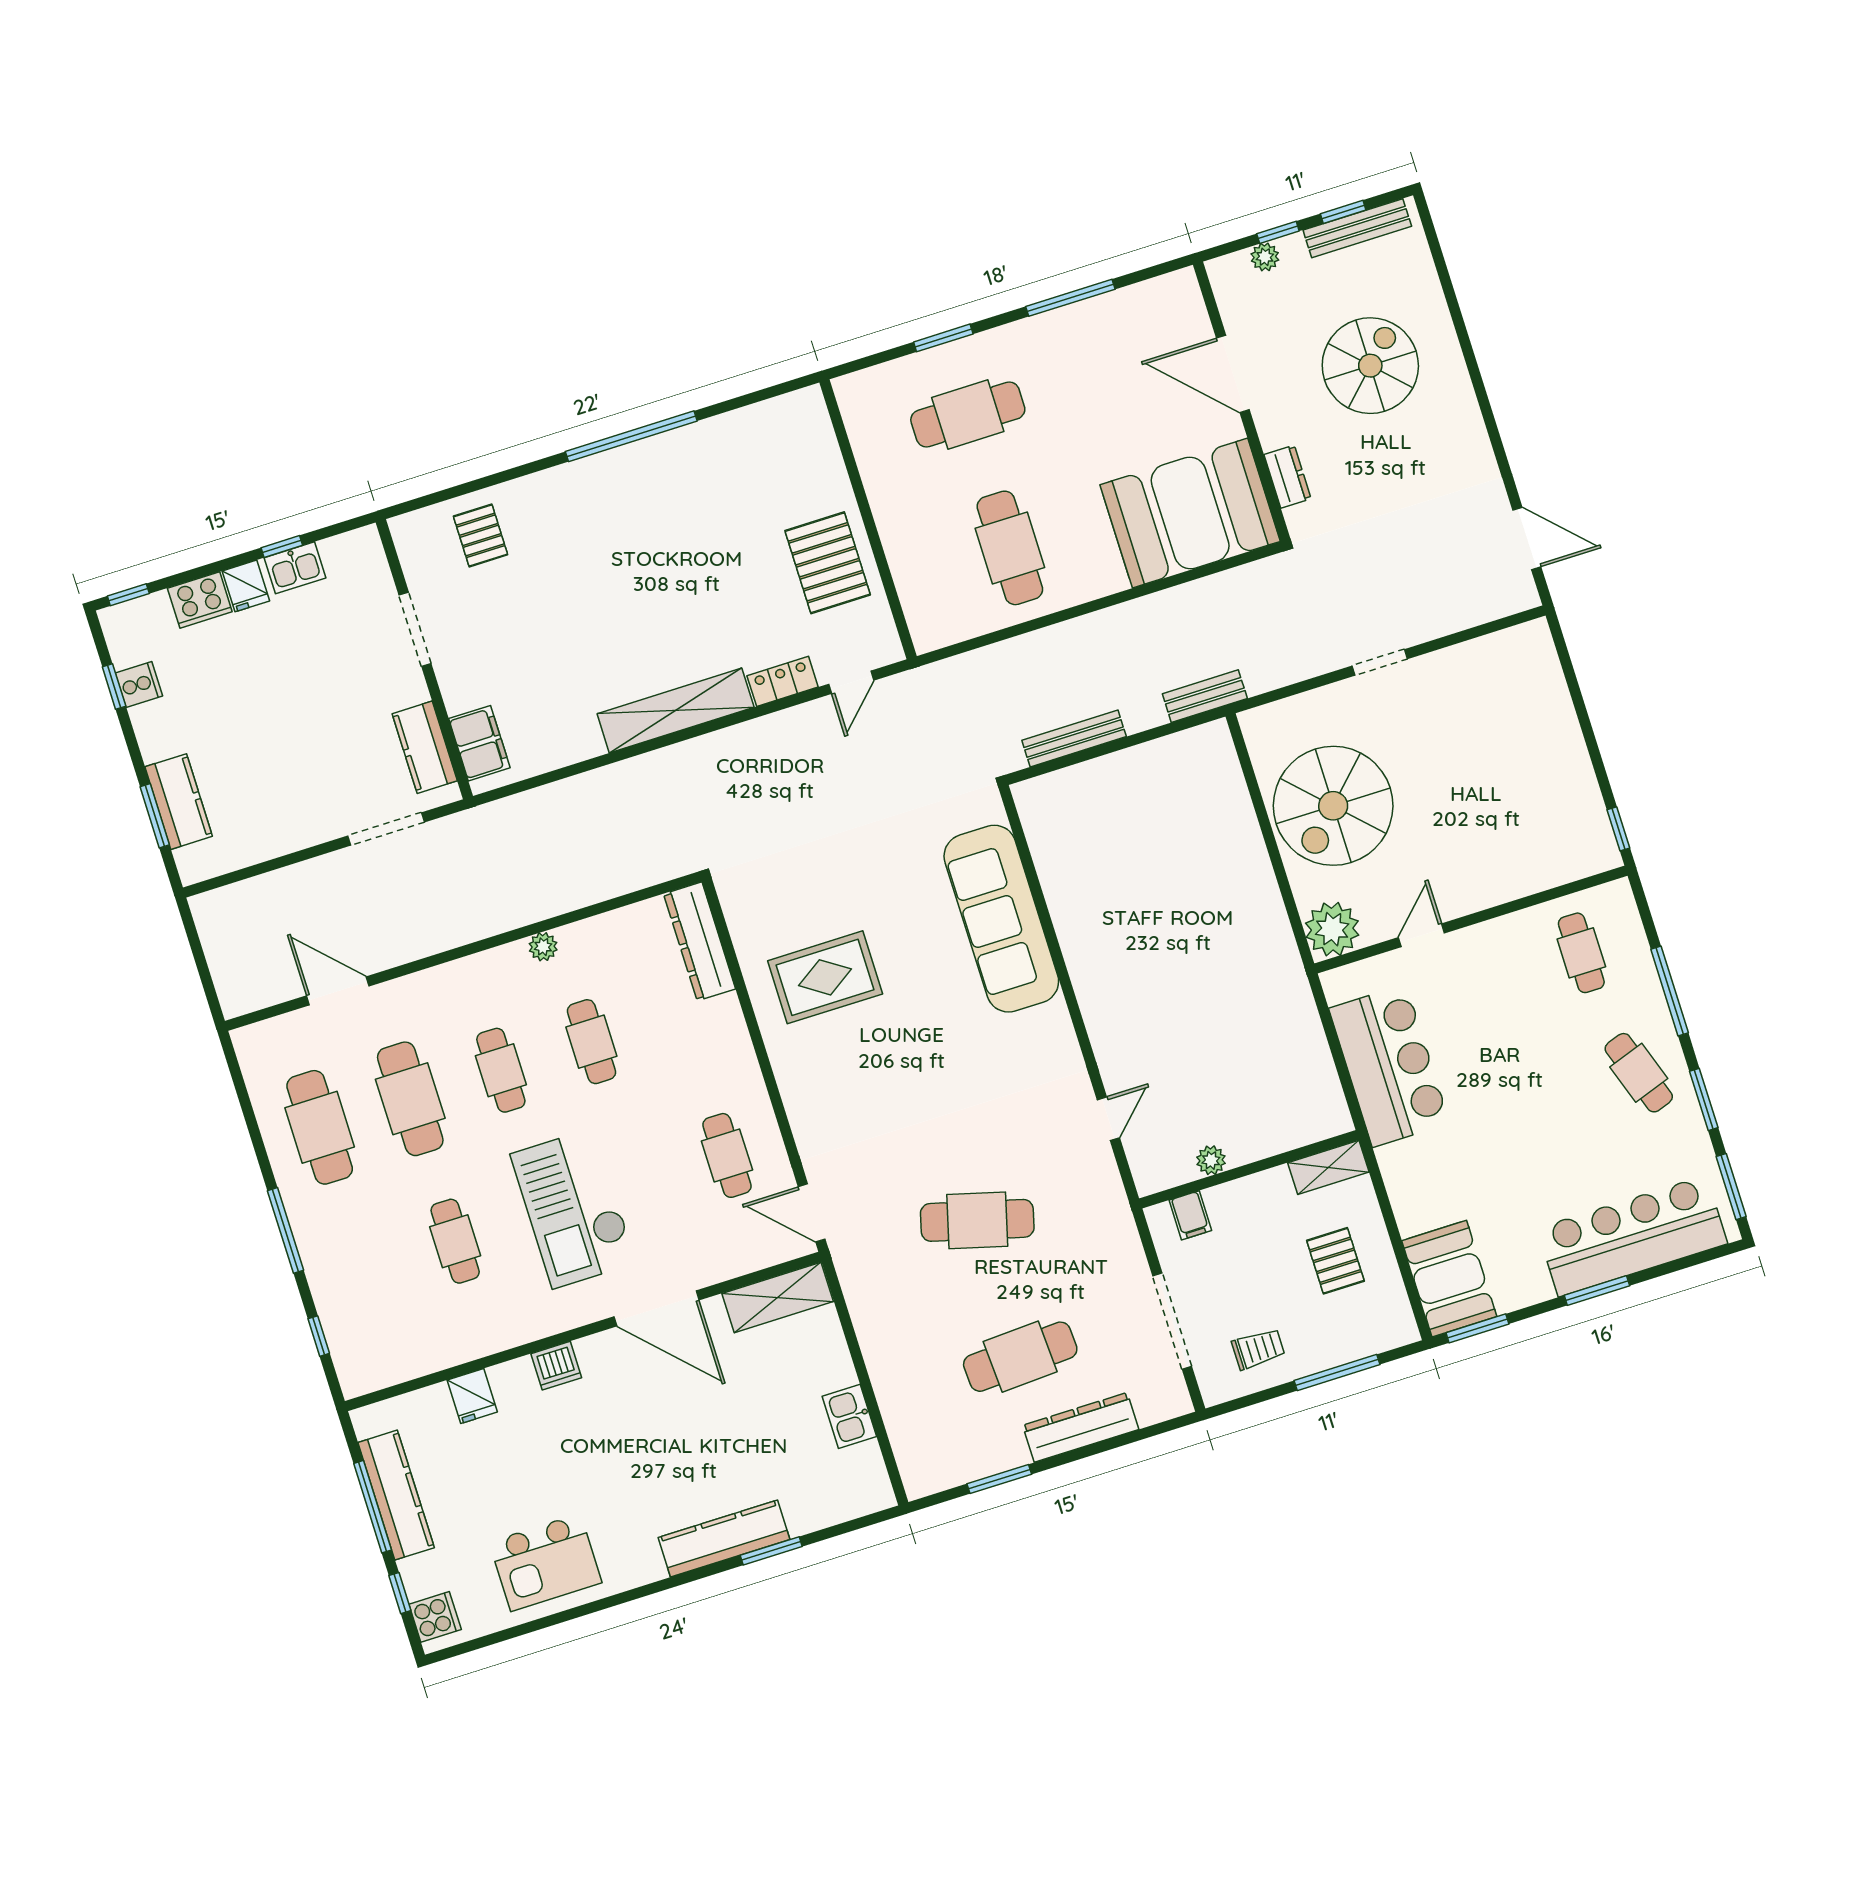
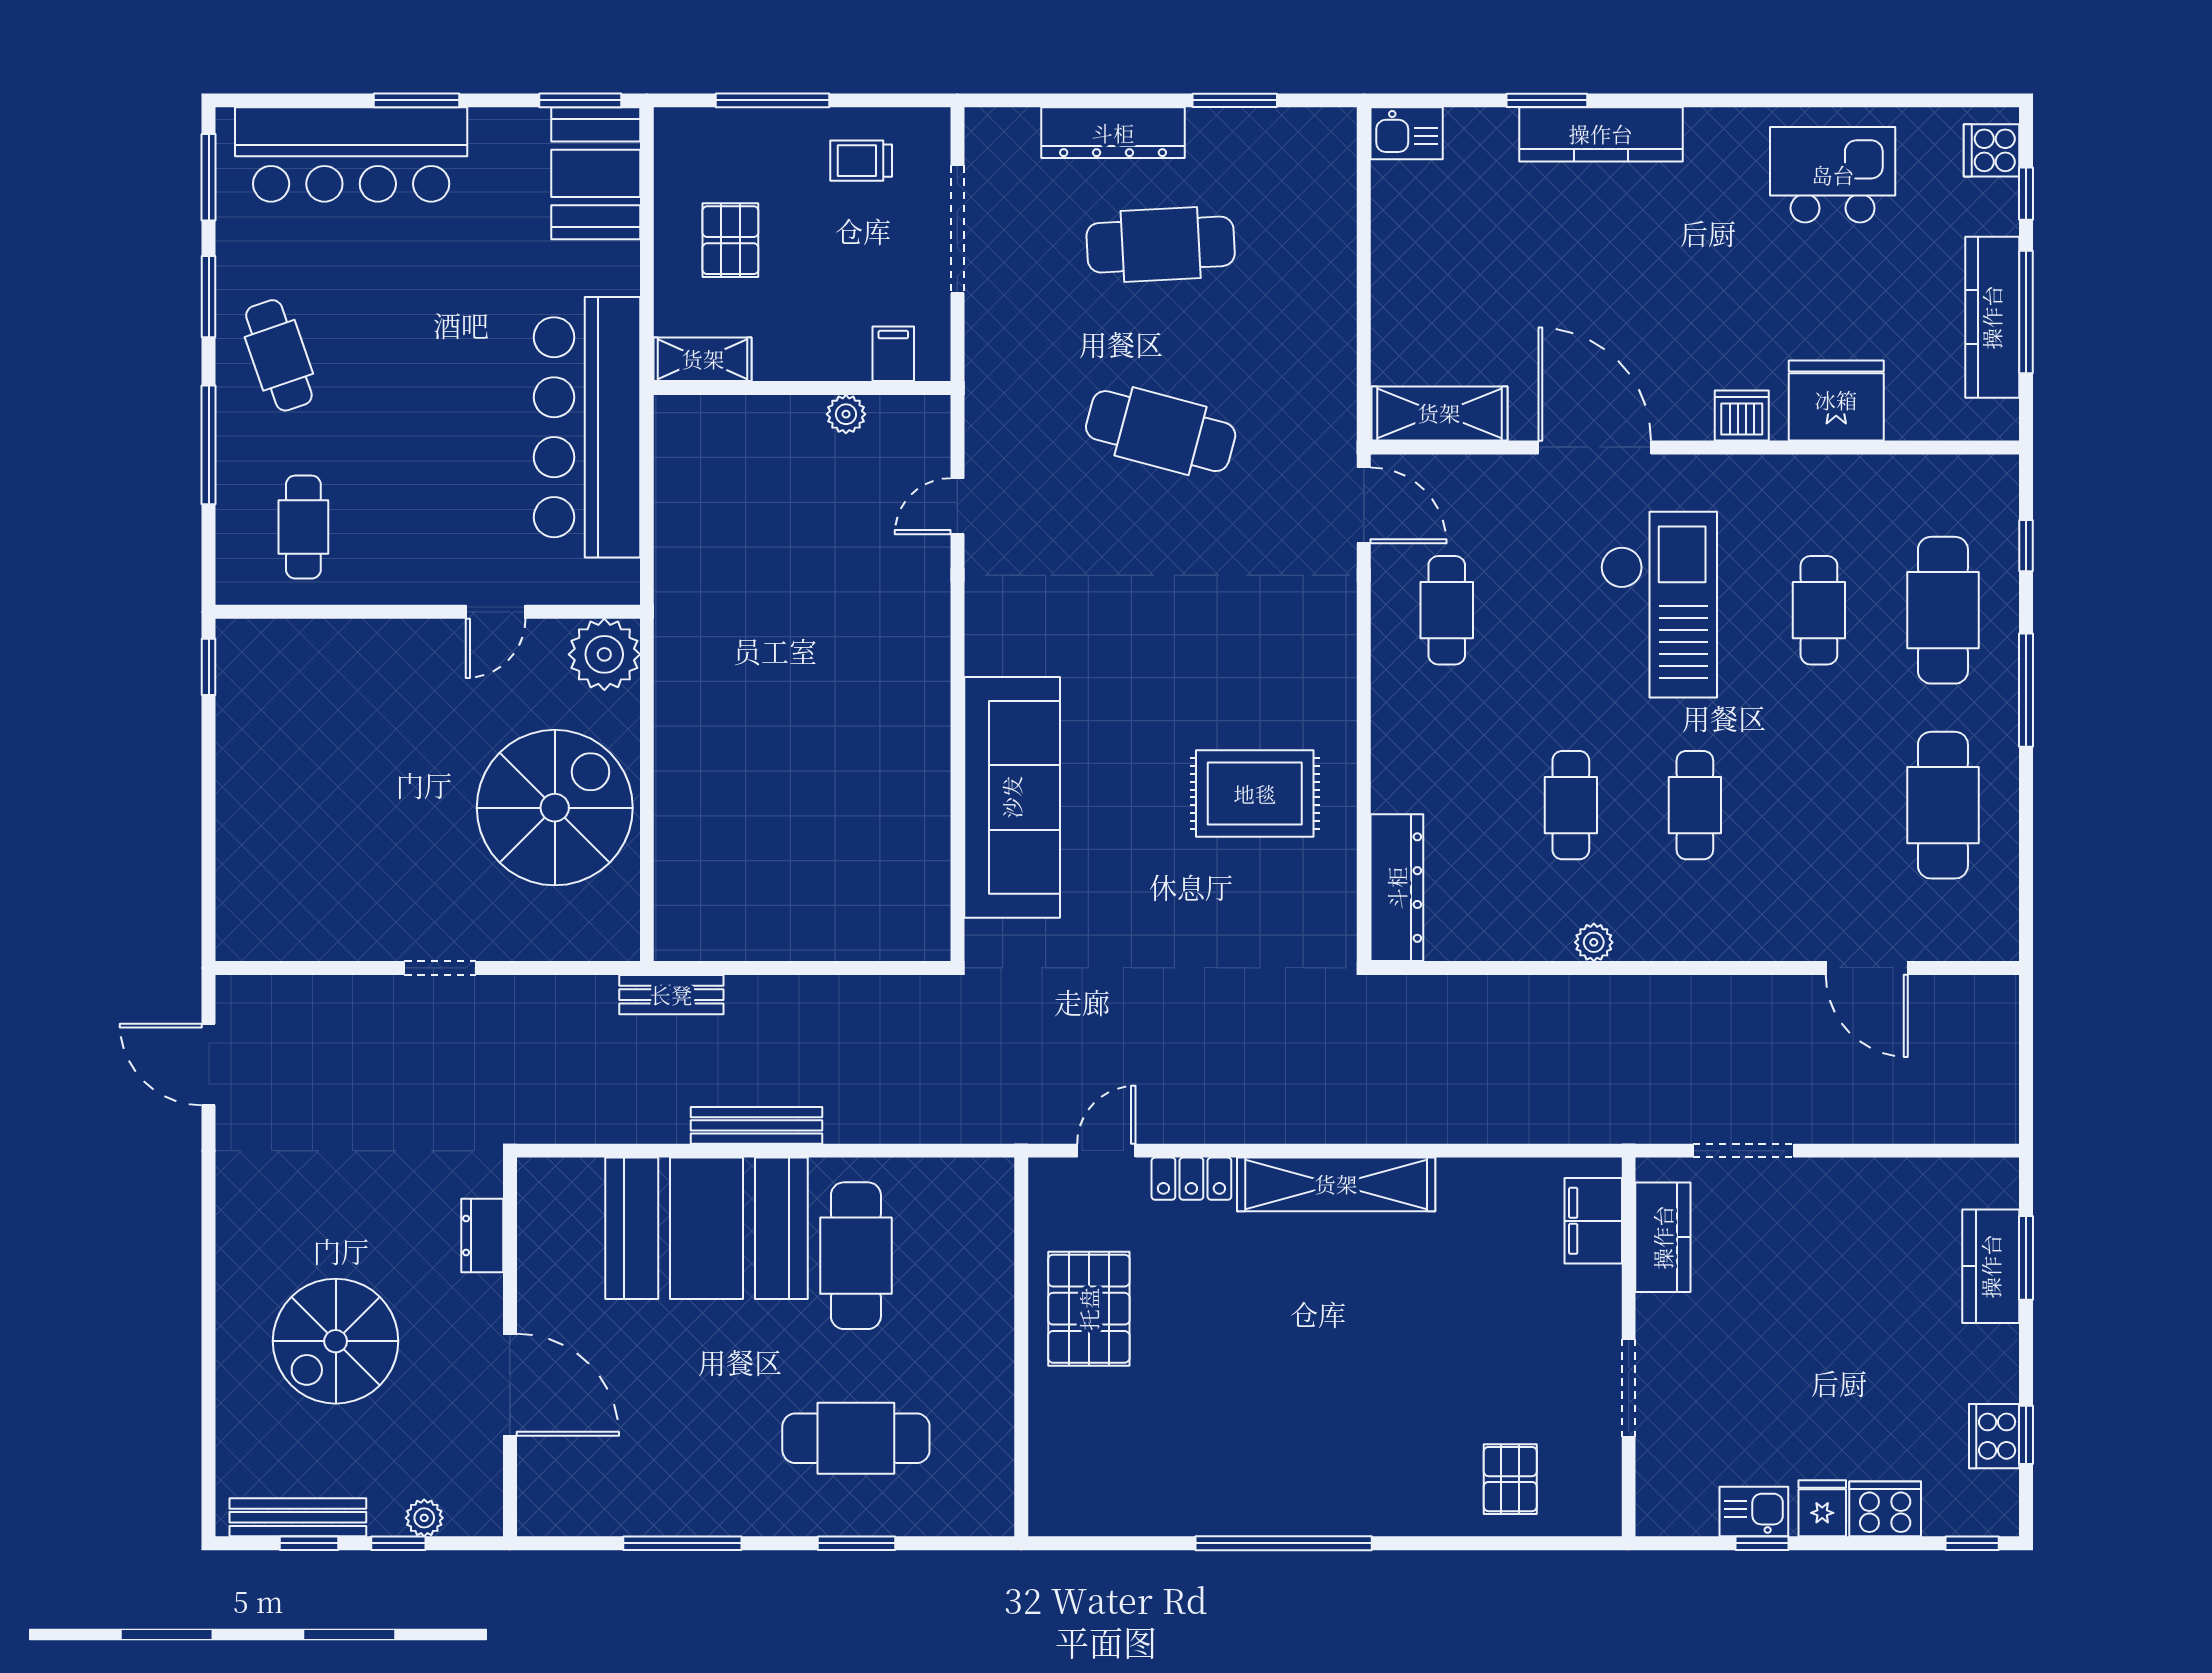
booth: (1190, 513) -> (707, 1228), moved
cooker: (139, 684) -> (1994, 1436), width x1.36
bench: (1074, 738) -> (756, 1125), moved
bar counter: (1389, 1066) -> (587, 427), width x1.36
cafe table: (410, 1099) -> (1943, 610), moved
fridge: (472, 1396) -> (1836, 400), width x1.88, depth x1.34
kitchen sink: (849, 1416) -> (1407, 133), moved, turned 90

